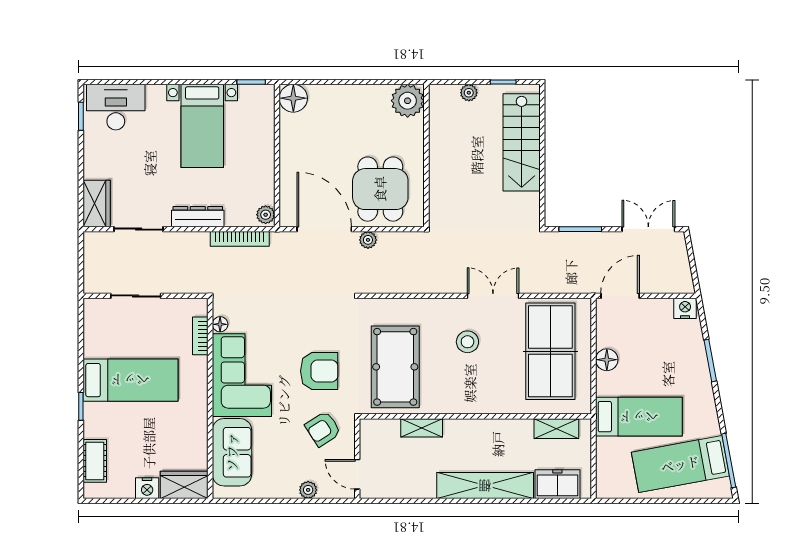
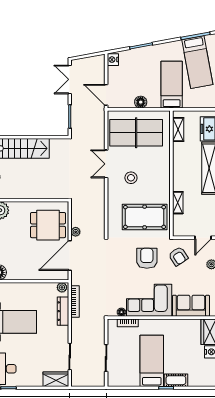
dresser: (198, 217) -> (63, 311), moved
cot: (95, 461) -> (176, 380), moved

